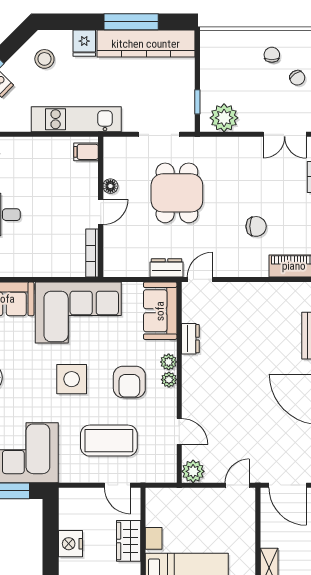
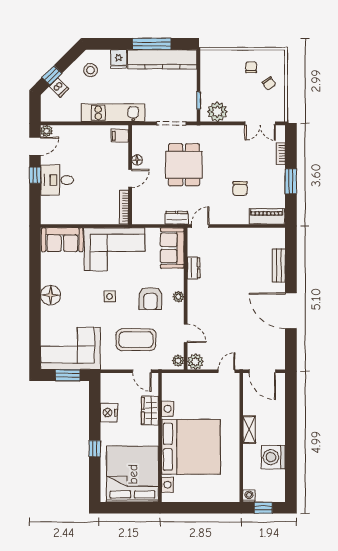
chair: (256, 226) -> (240, 189), turned 90
plant: (169, 362) -> (178, 361), moved
side table: (72, 379) -> (110, 296), width x0.54, depth x0.54

